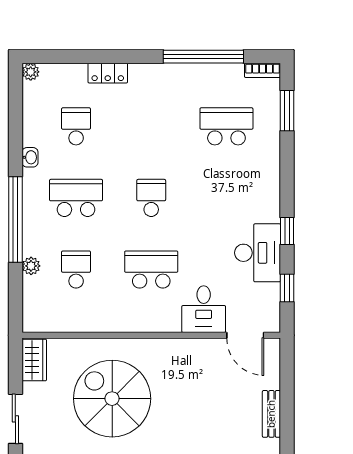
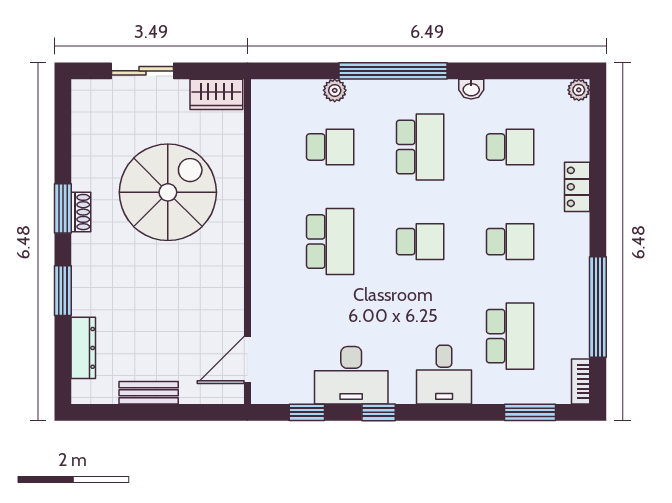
school desk: (151, 126) -> (510, 242), added
desk: (204, 309) -> (444, 375), moved, turned -90

